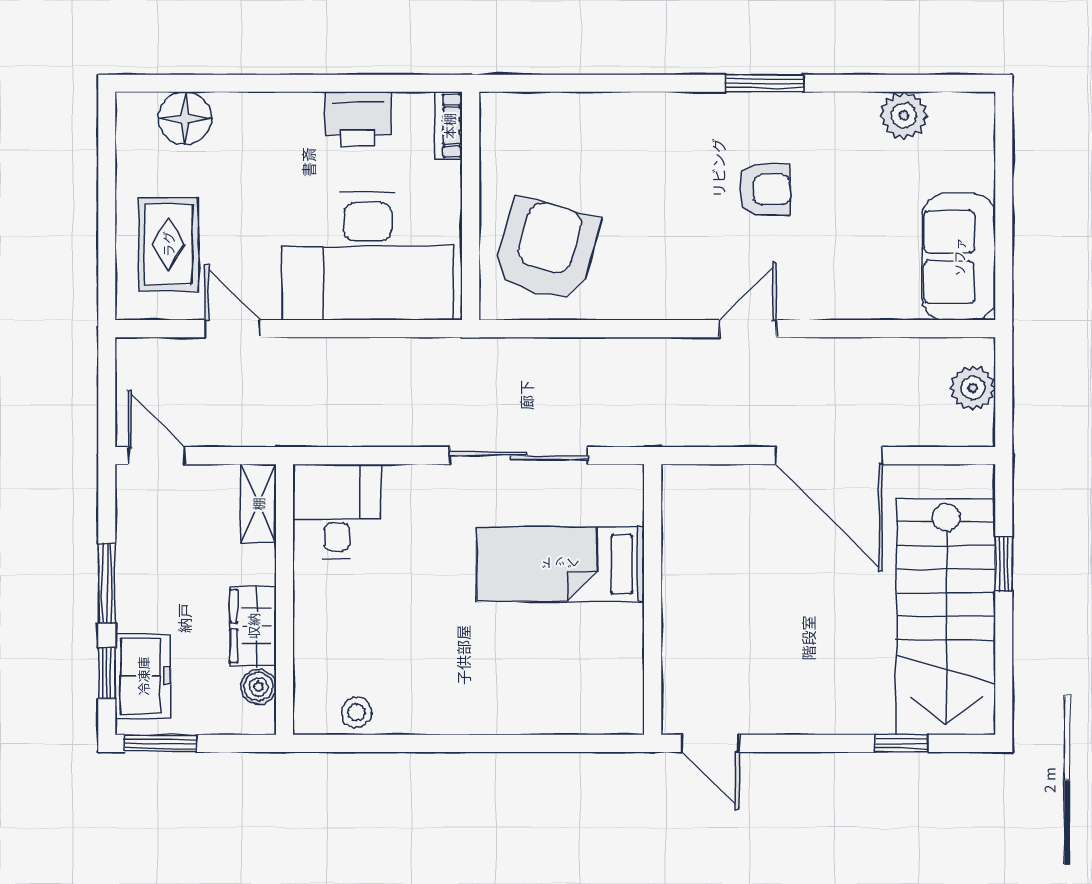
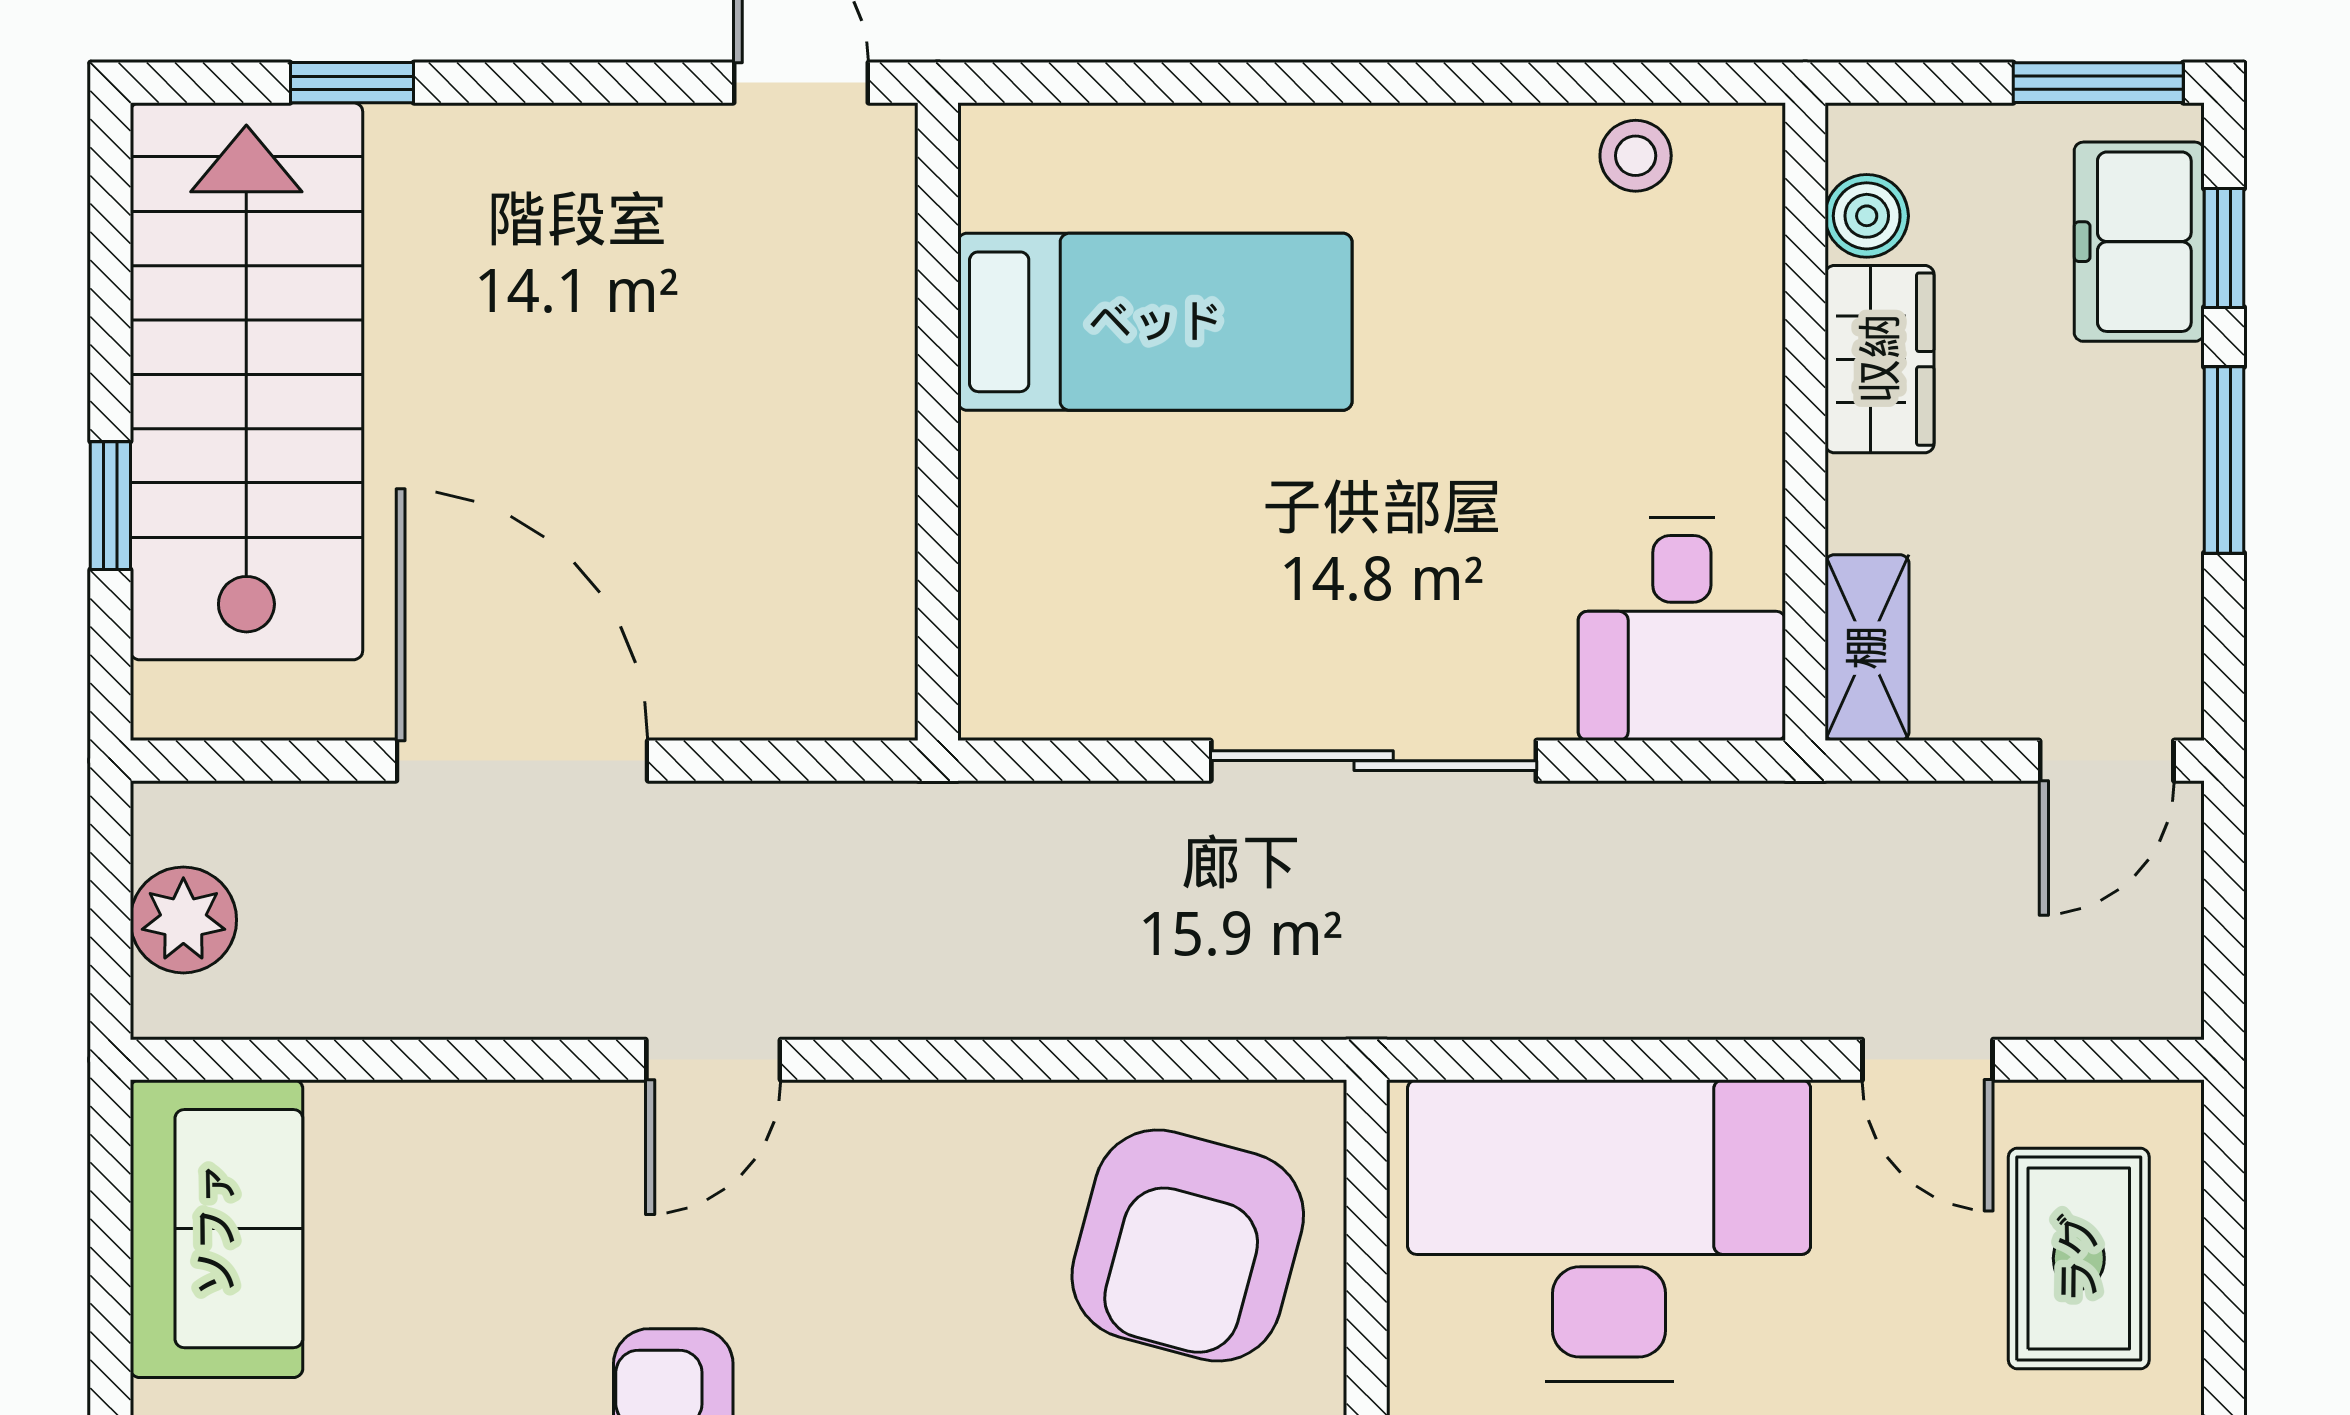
door: (157, 456) -> (2107, 761), hinge flipped
sliding door: (519, 456) -> (1374, 761), moved
bed: (560, 564) -> (1155, 322), moved

